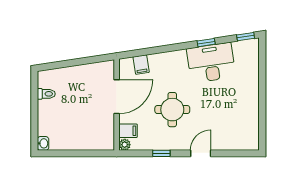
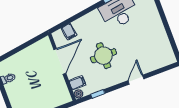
window: (161, 153) -> (98, 94), moved

